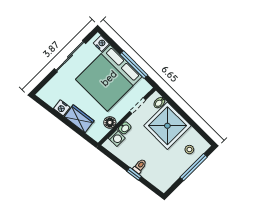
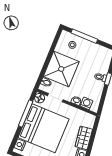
floor lamp: (110, 122) -> (40, 98), moved

